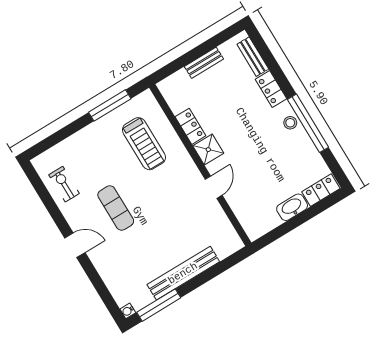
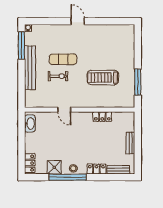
treadmill: (144, 144) -> (103, 78), moved
shower: (208, 150) -> (54, 167), moved
exercise bike: (64, 184) -> (58, 76), moved
washbasin: (292, 207) -> (30, 123), moved
exercise mat: (116, 208) -> (63, 59), moved
door: (75, 245) -> (78, 21), swing flipped

